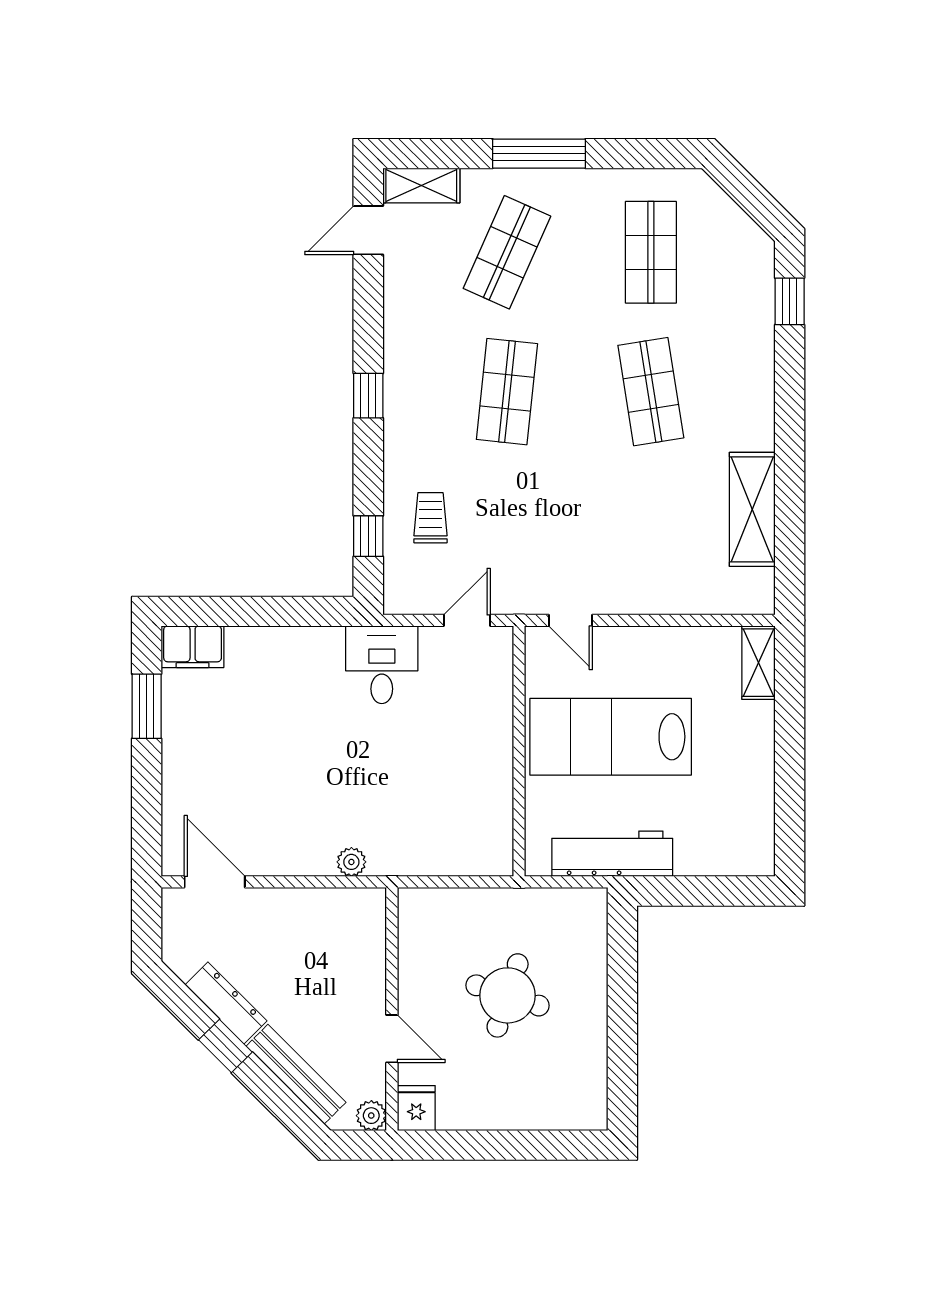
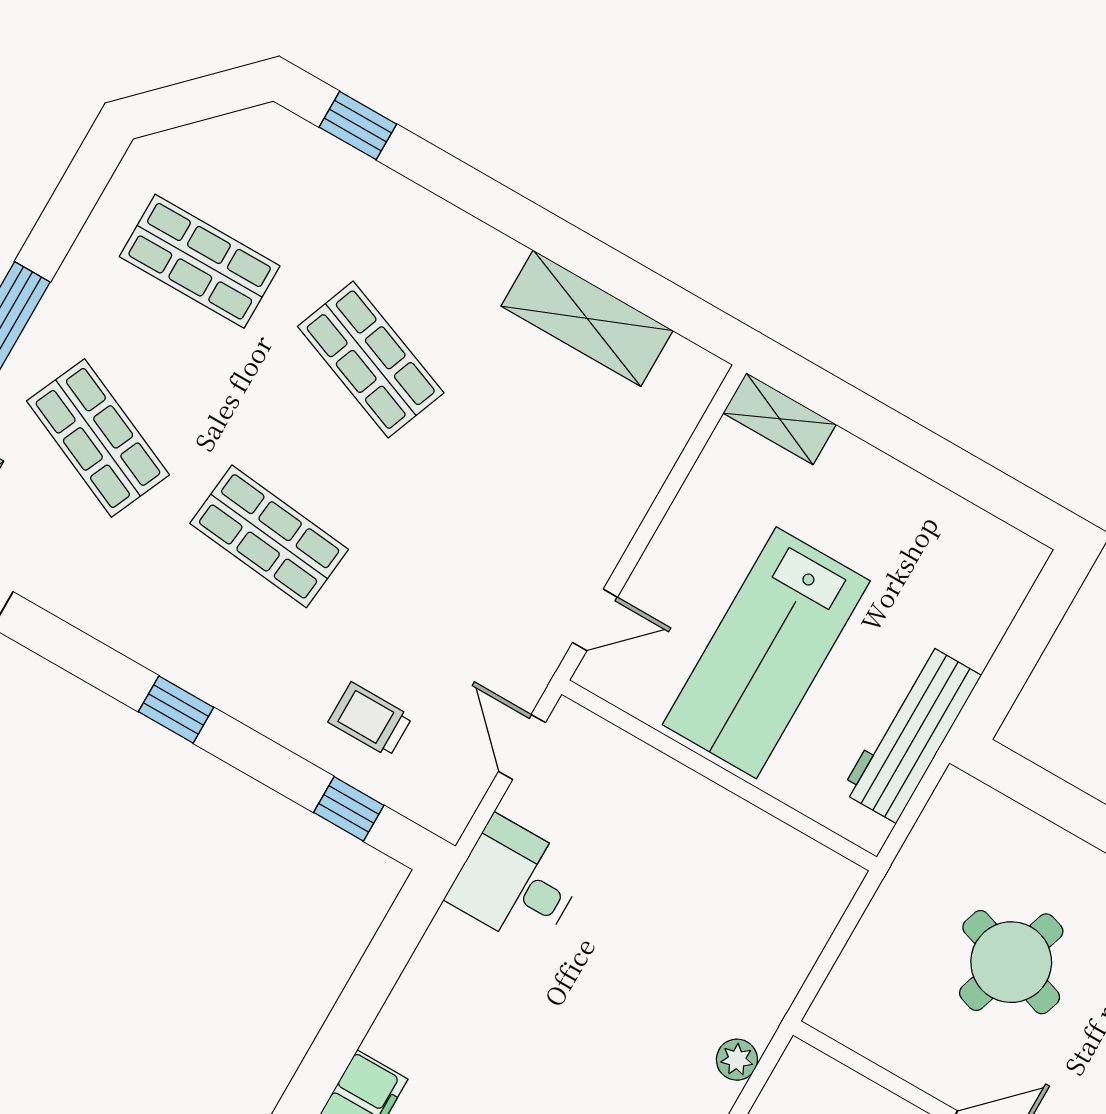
shop shelf: (651, 392) -> (371, 360), turned 30

